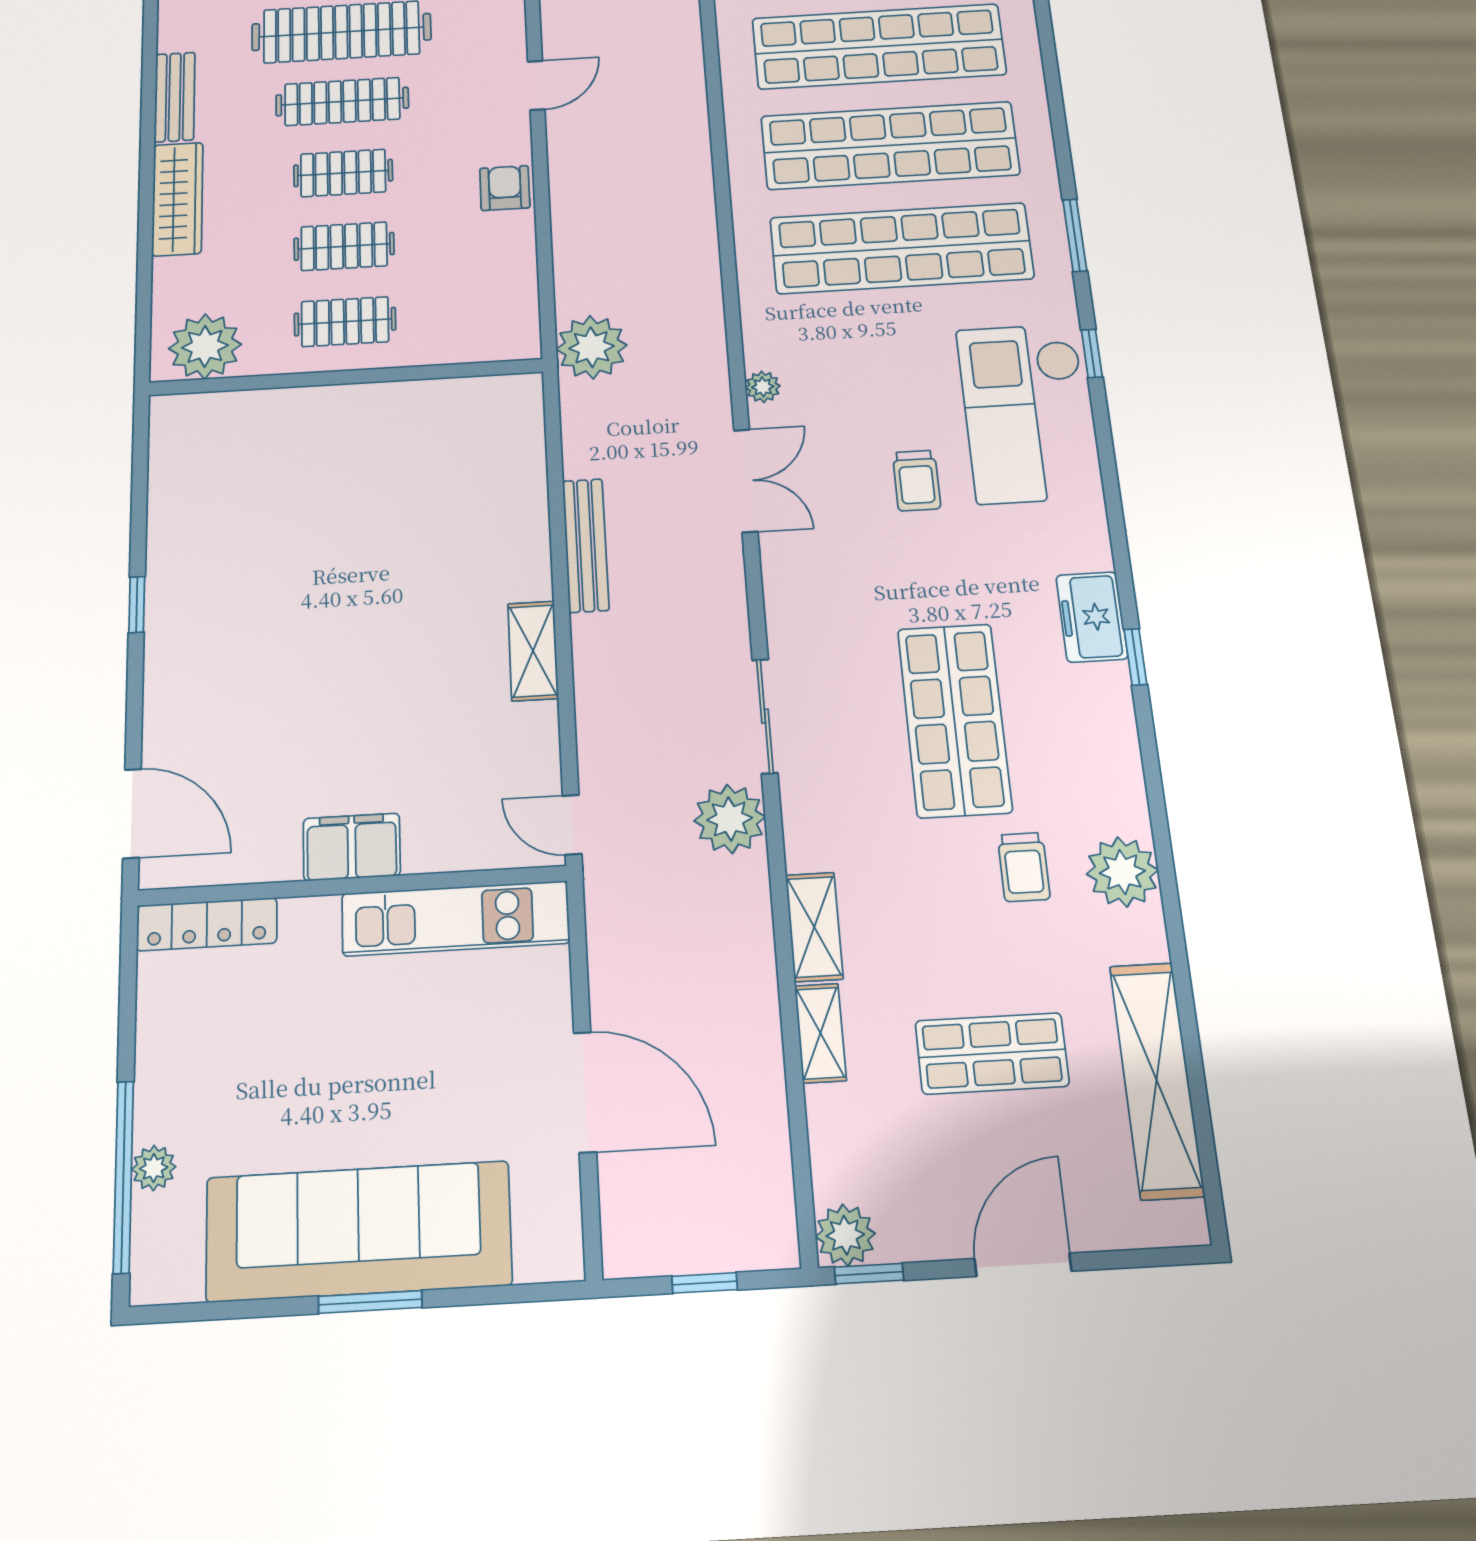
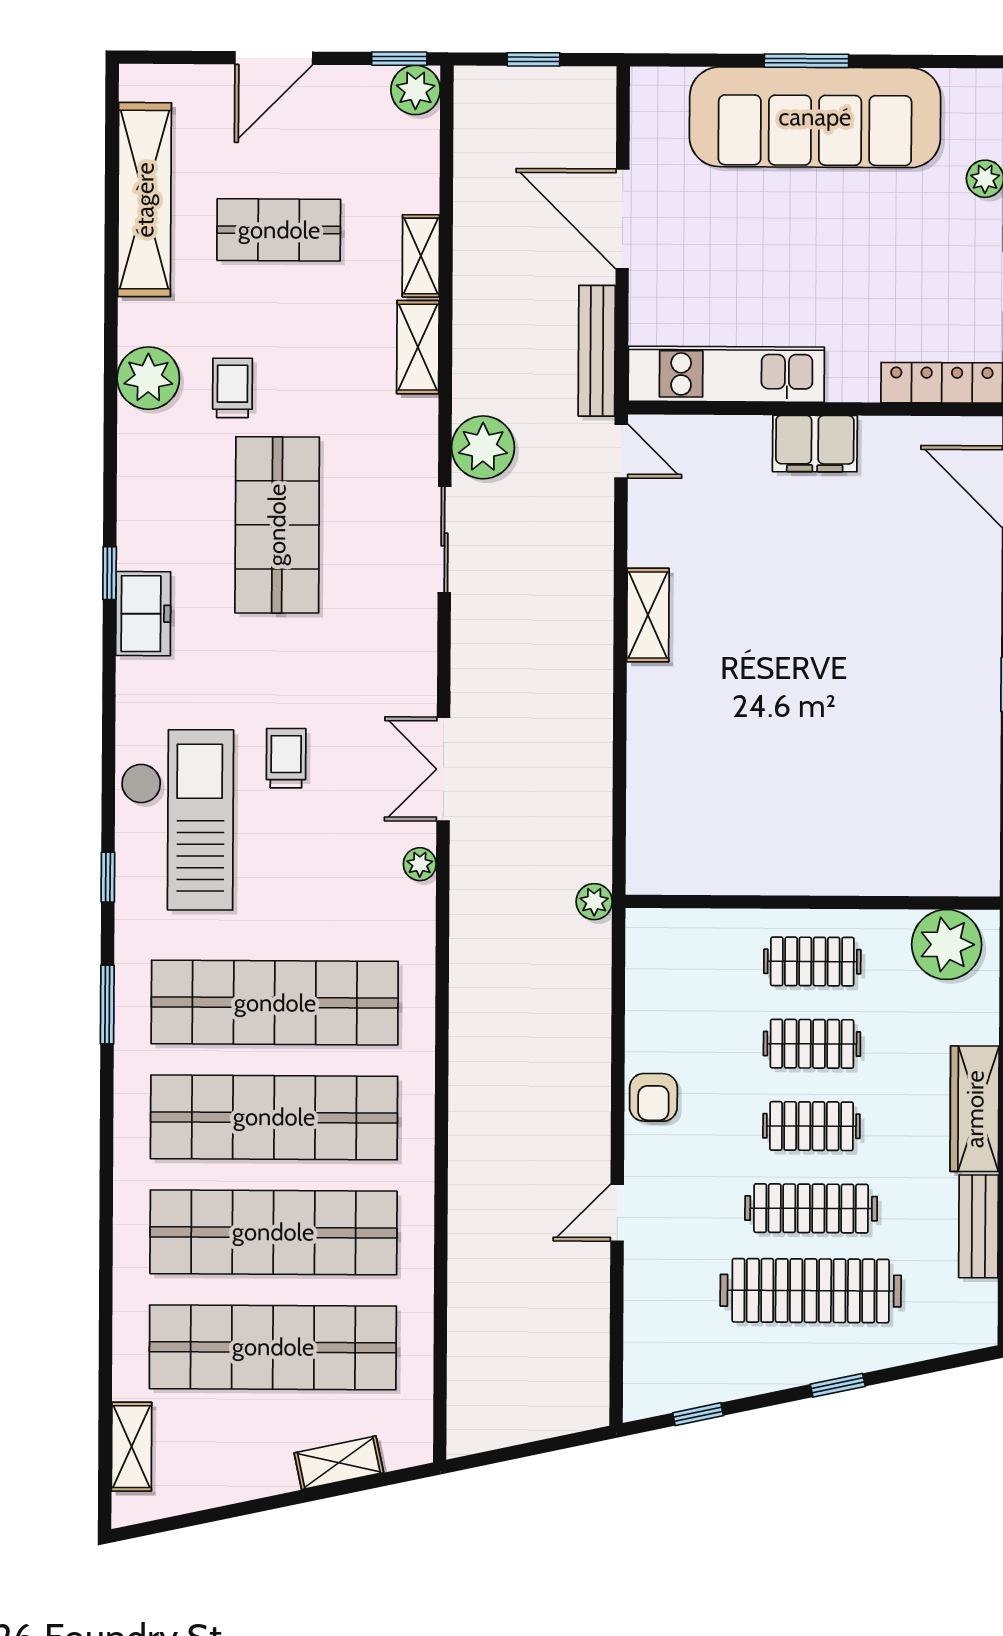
plant: (592, 347) -> (594, 902), width x0.53, depth x0.53
bench: (586, 545) -> (597, 351), moved

